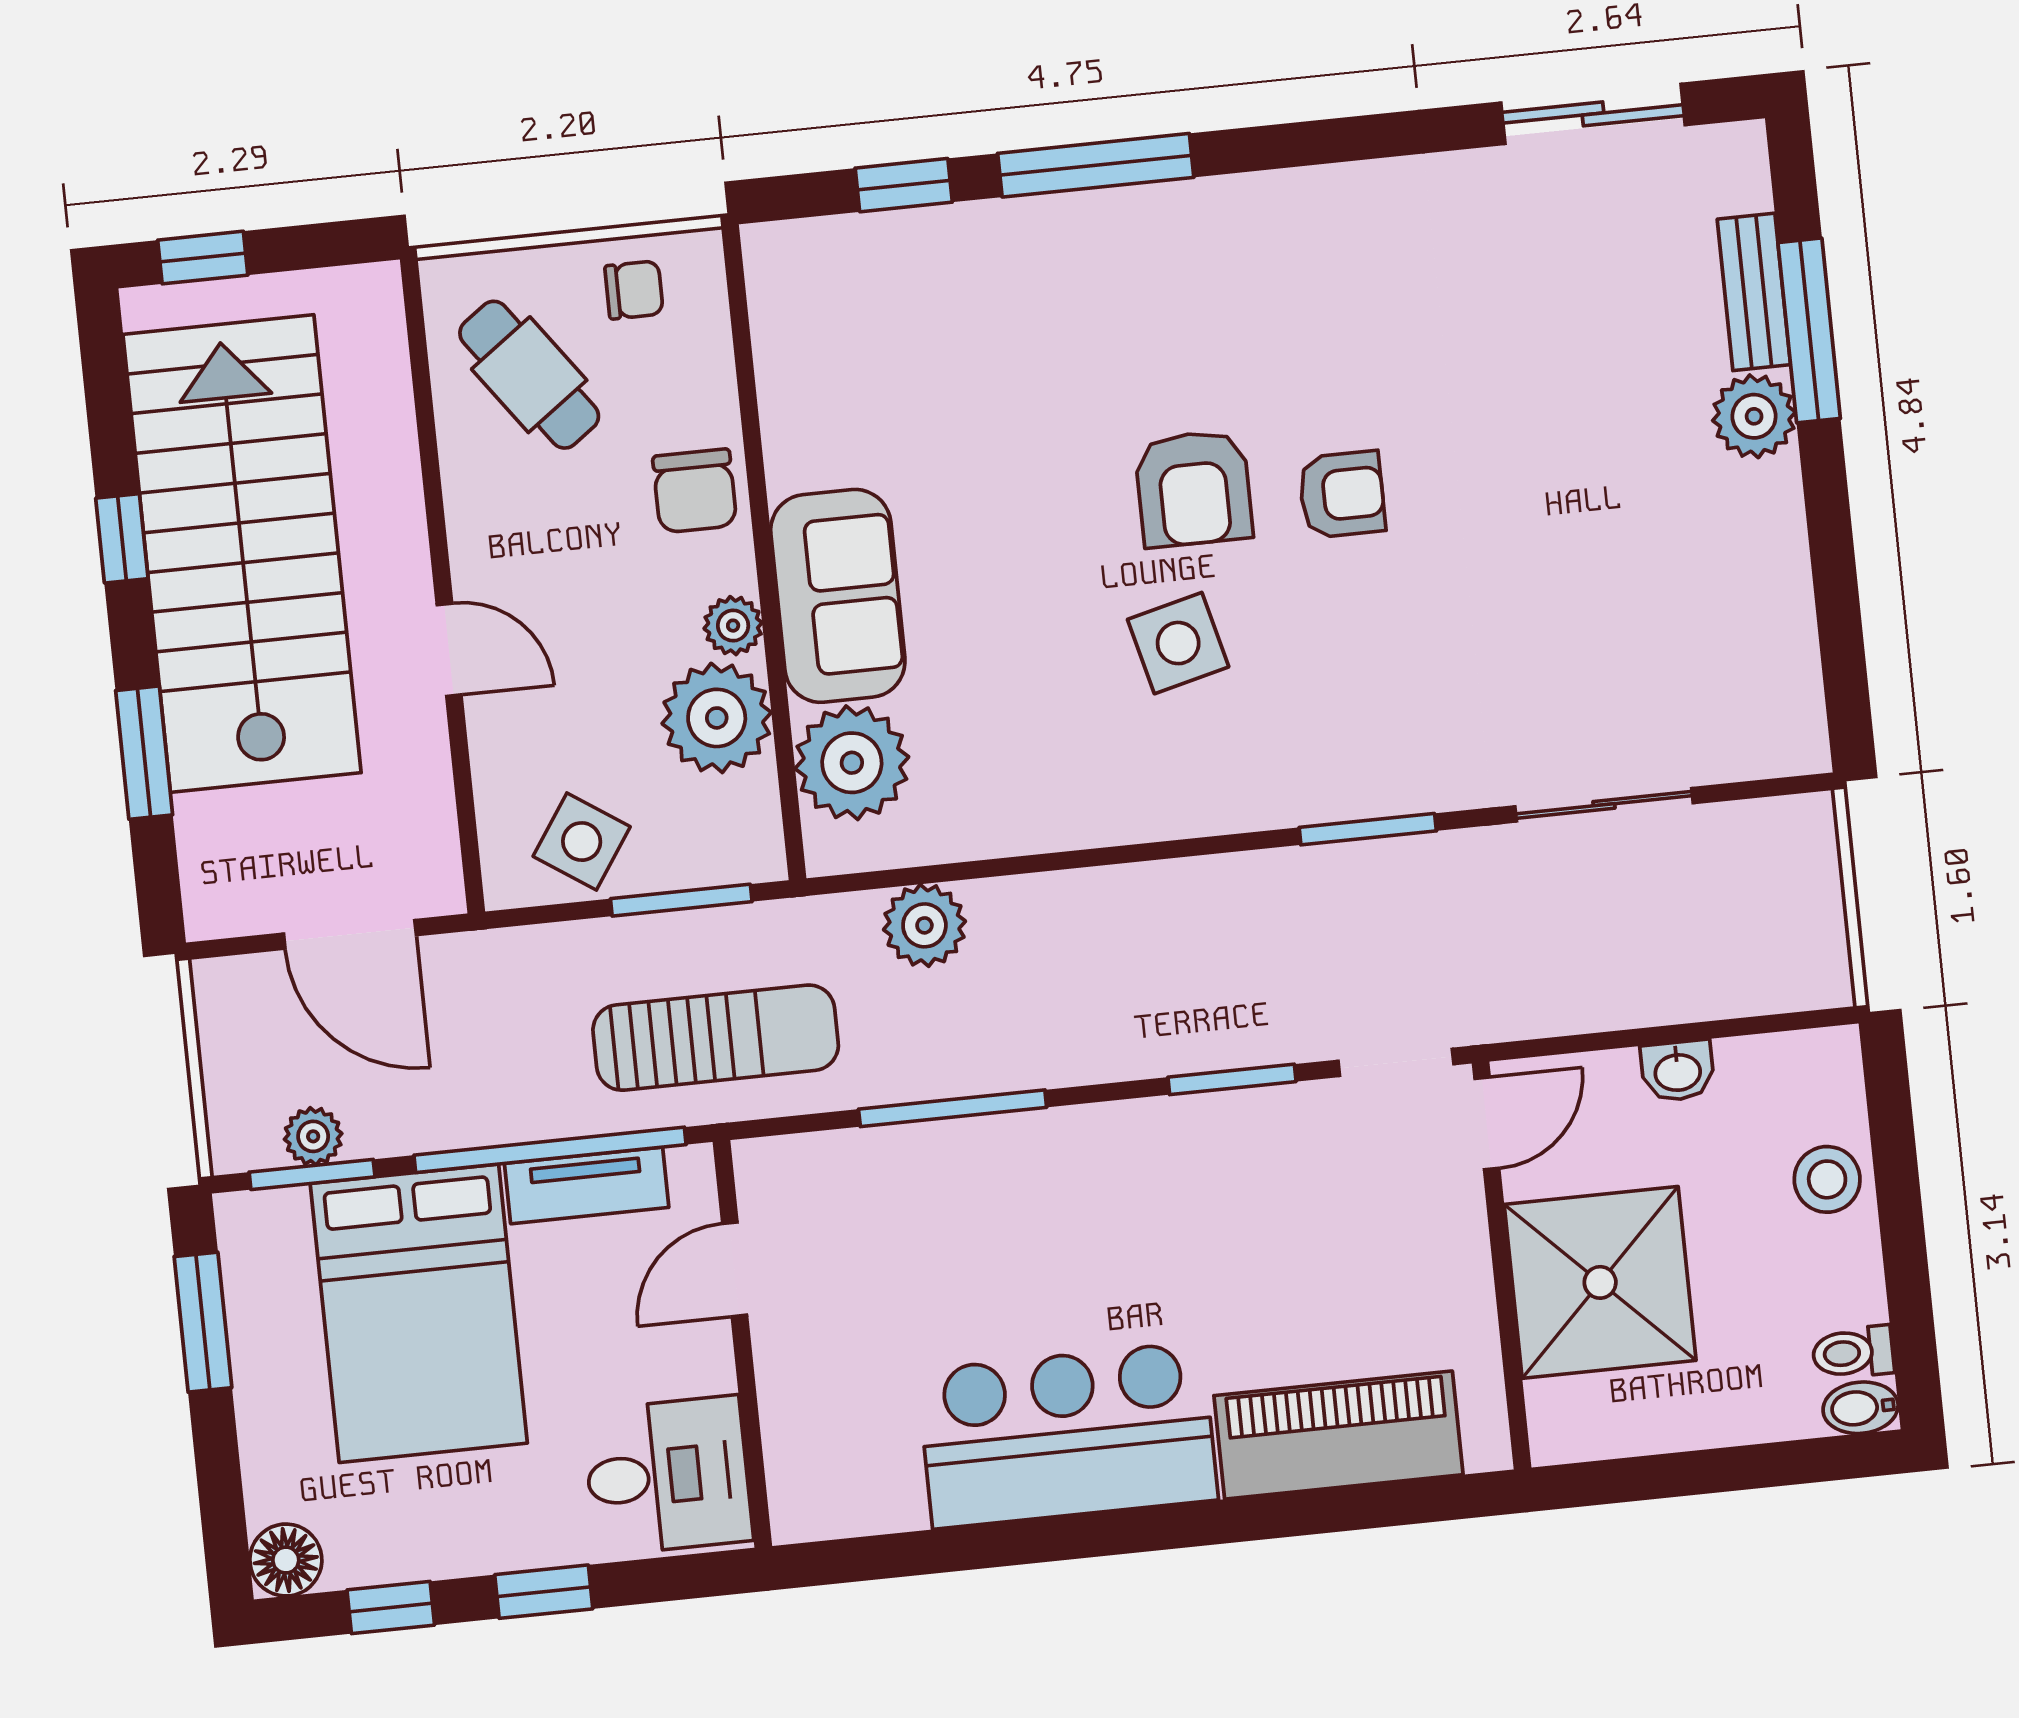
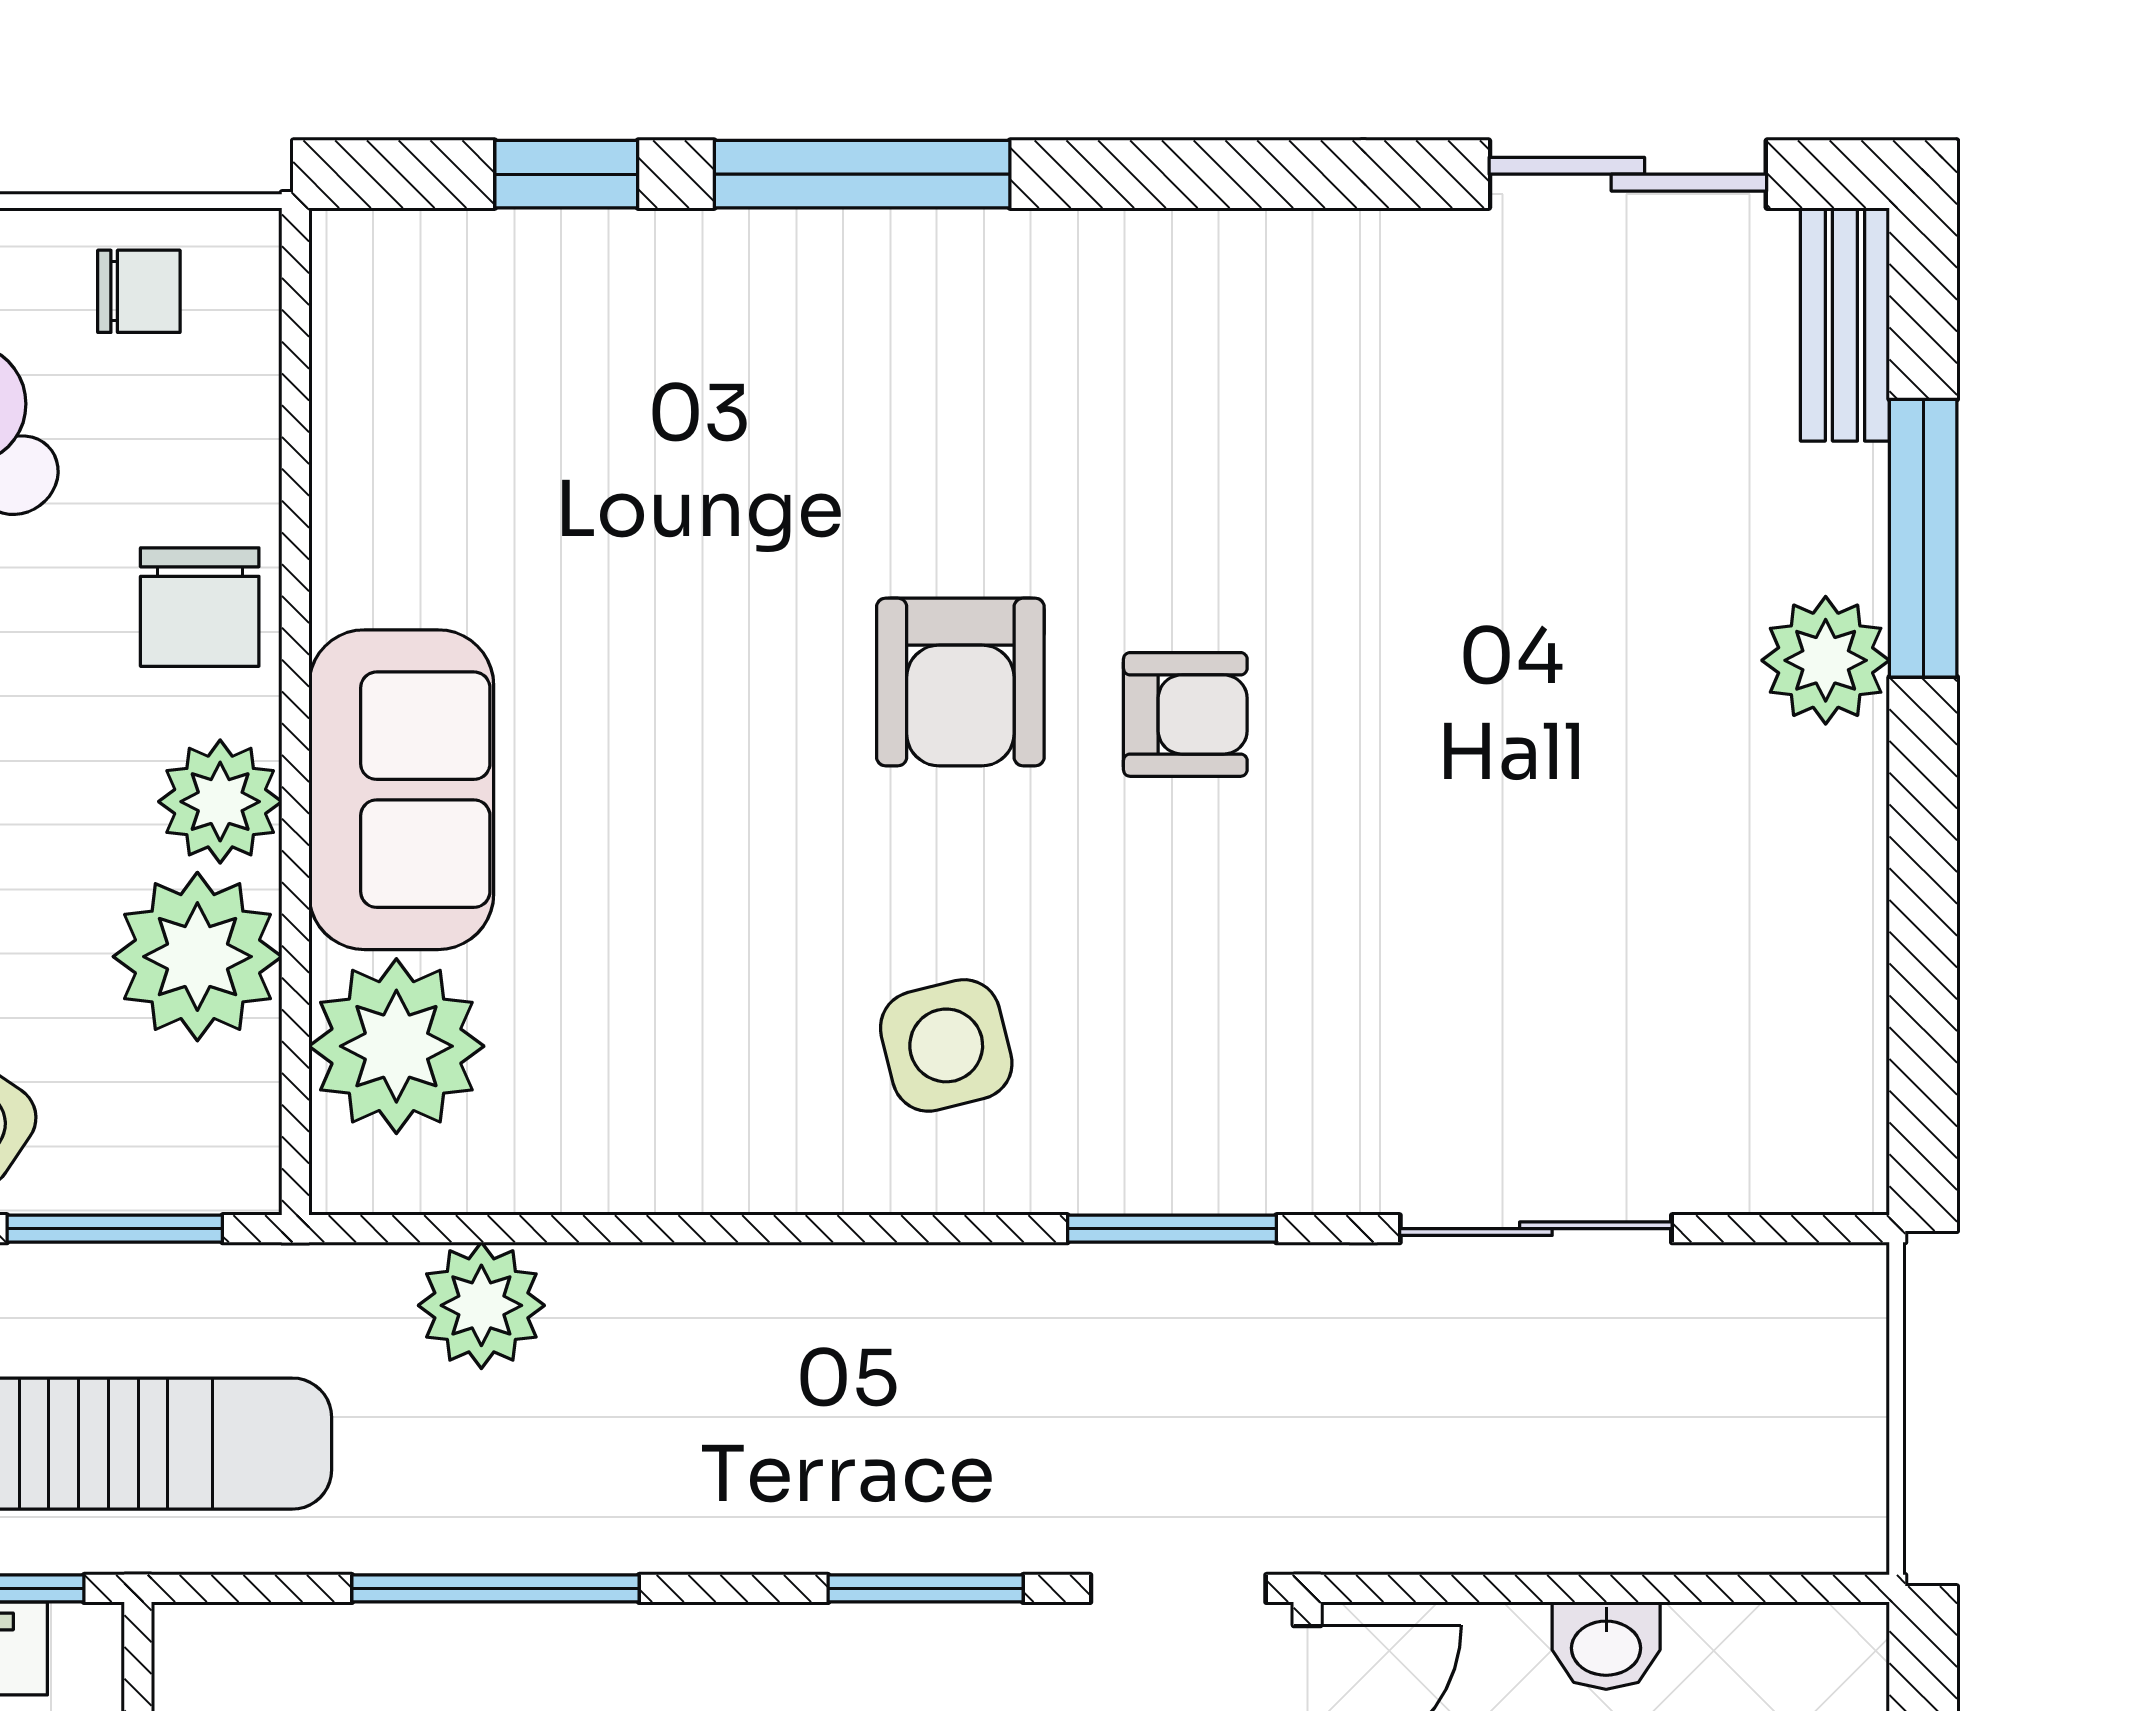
bench: (1754, 292) -> (1845, 324), moved
plant: (733, 626) -> (220, 802), width x1.38, depth x1.38
side table: (1178, 643) -> (946, 1045), moved

